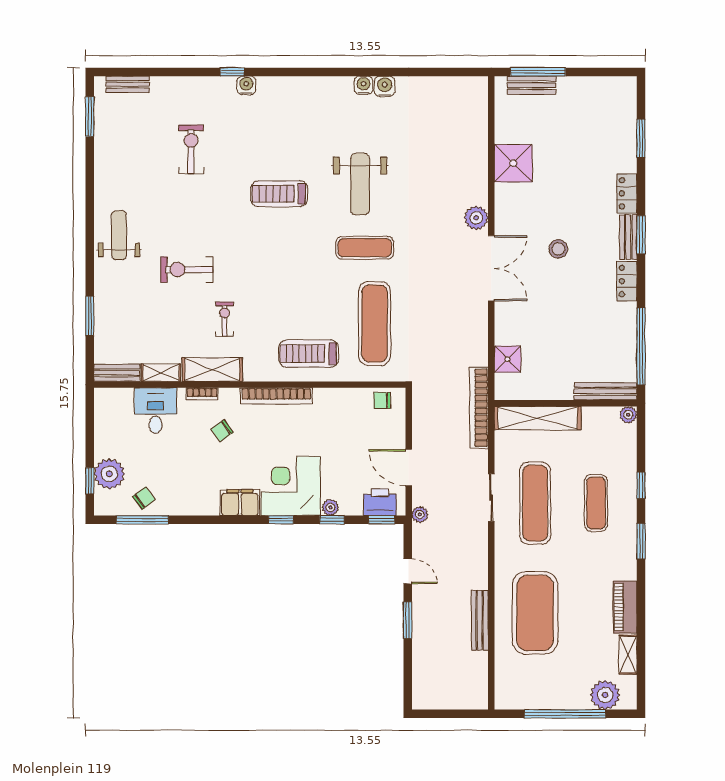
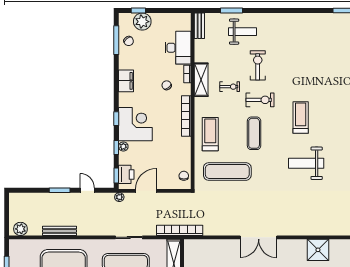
exercise bike: (191, 149) -> (260, 100), moved
plant: (476, 218) -> (20, 229), moved
weight bench: (119, 235) -> (242, 32), moved
exercise mat: (365, 248) -> (254, 133), moved
shower: (508, 359) -> (207, 247), removed
shelving: (161, 373) -> (199, 51), removed
desk: (156, 411) -> (178, 48), width x1.37
filing cabinet: (240, 503) -> (126, 81), moved
door: (408, 571) -> (87, 190), swing flipped

